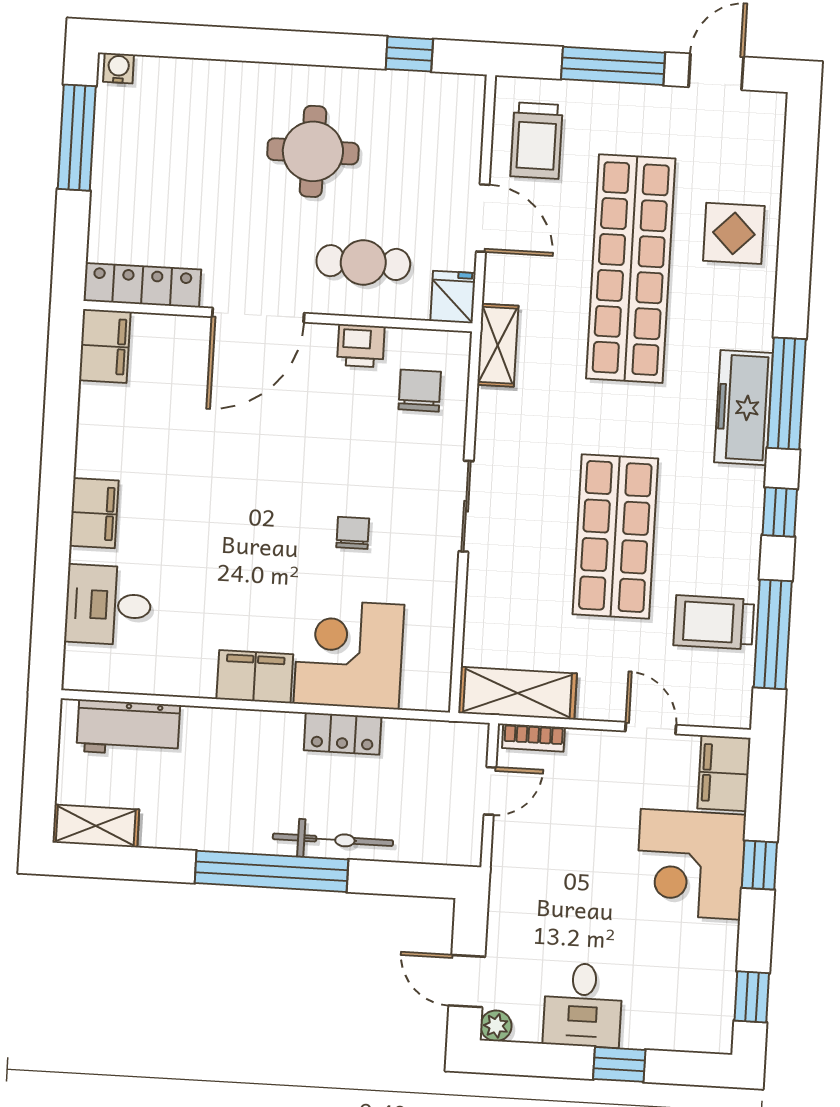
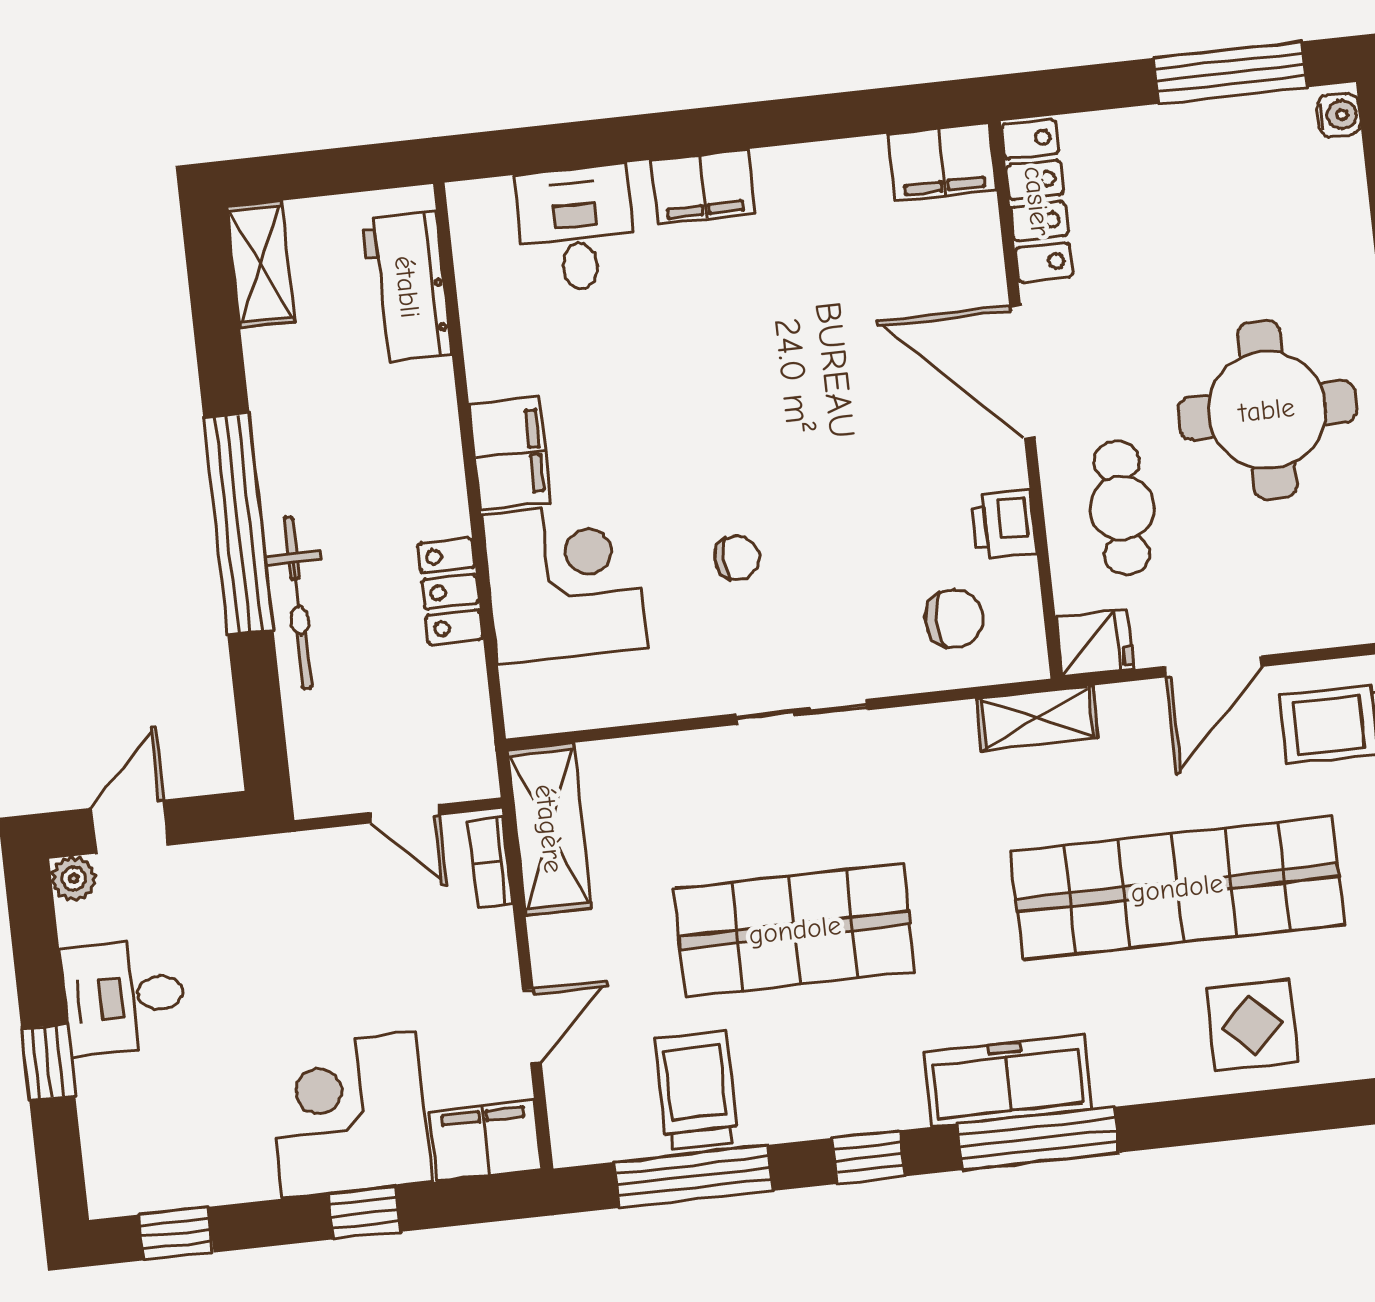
round table: (313, 151) -> (1267, 410), width x1.36, depth x1.36

